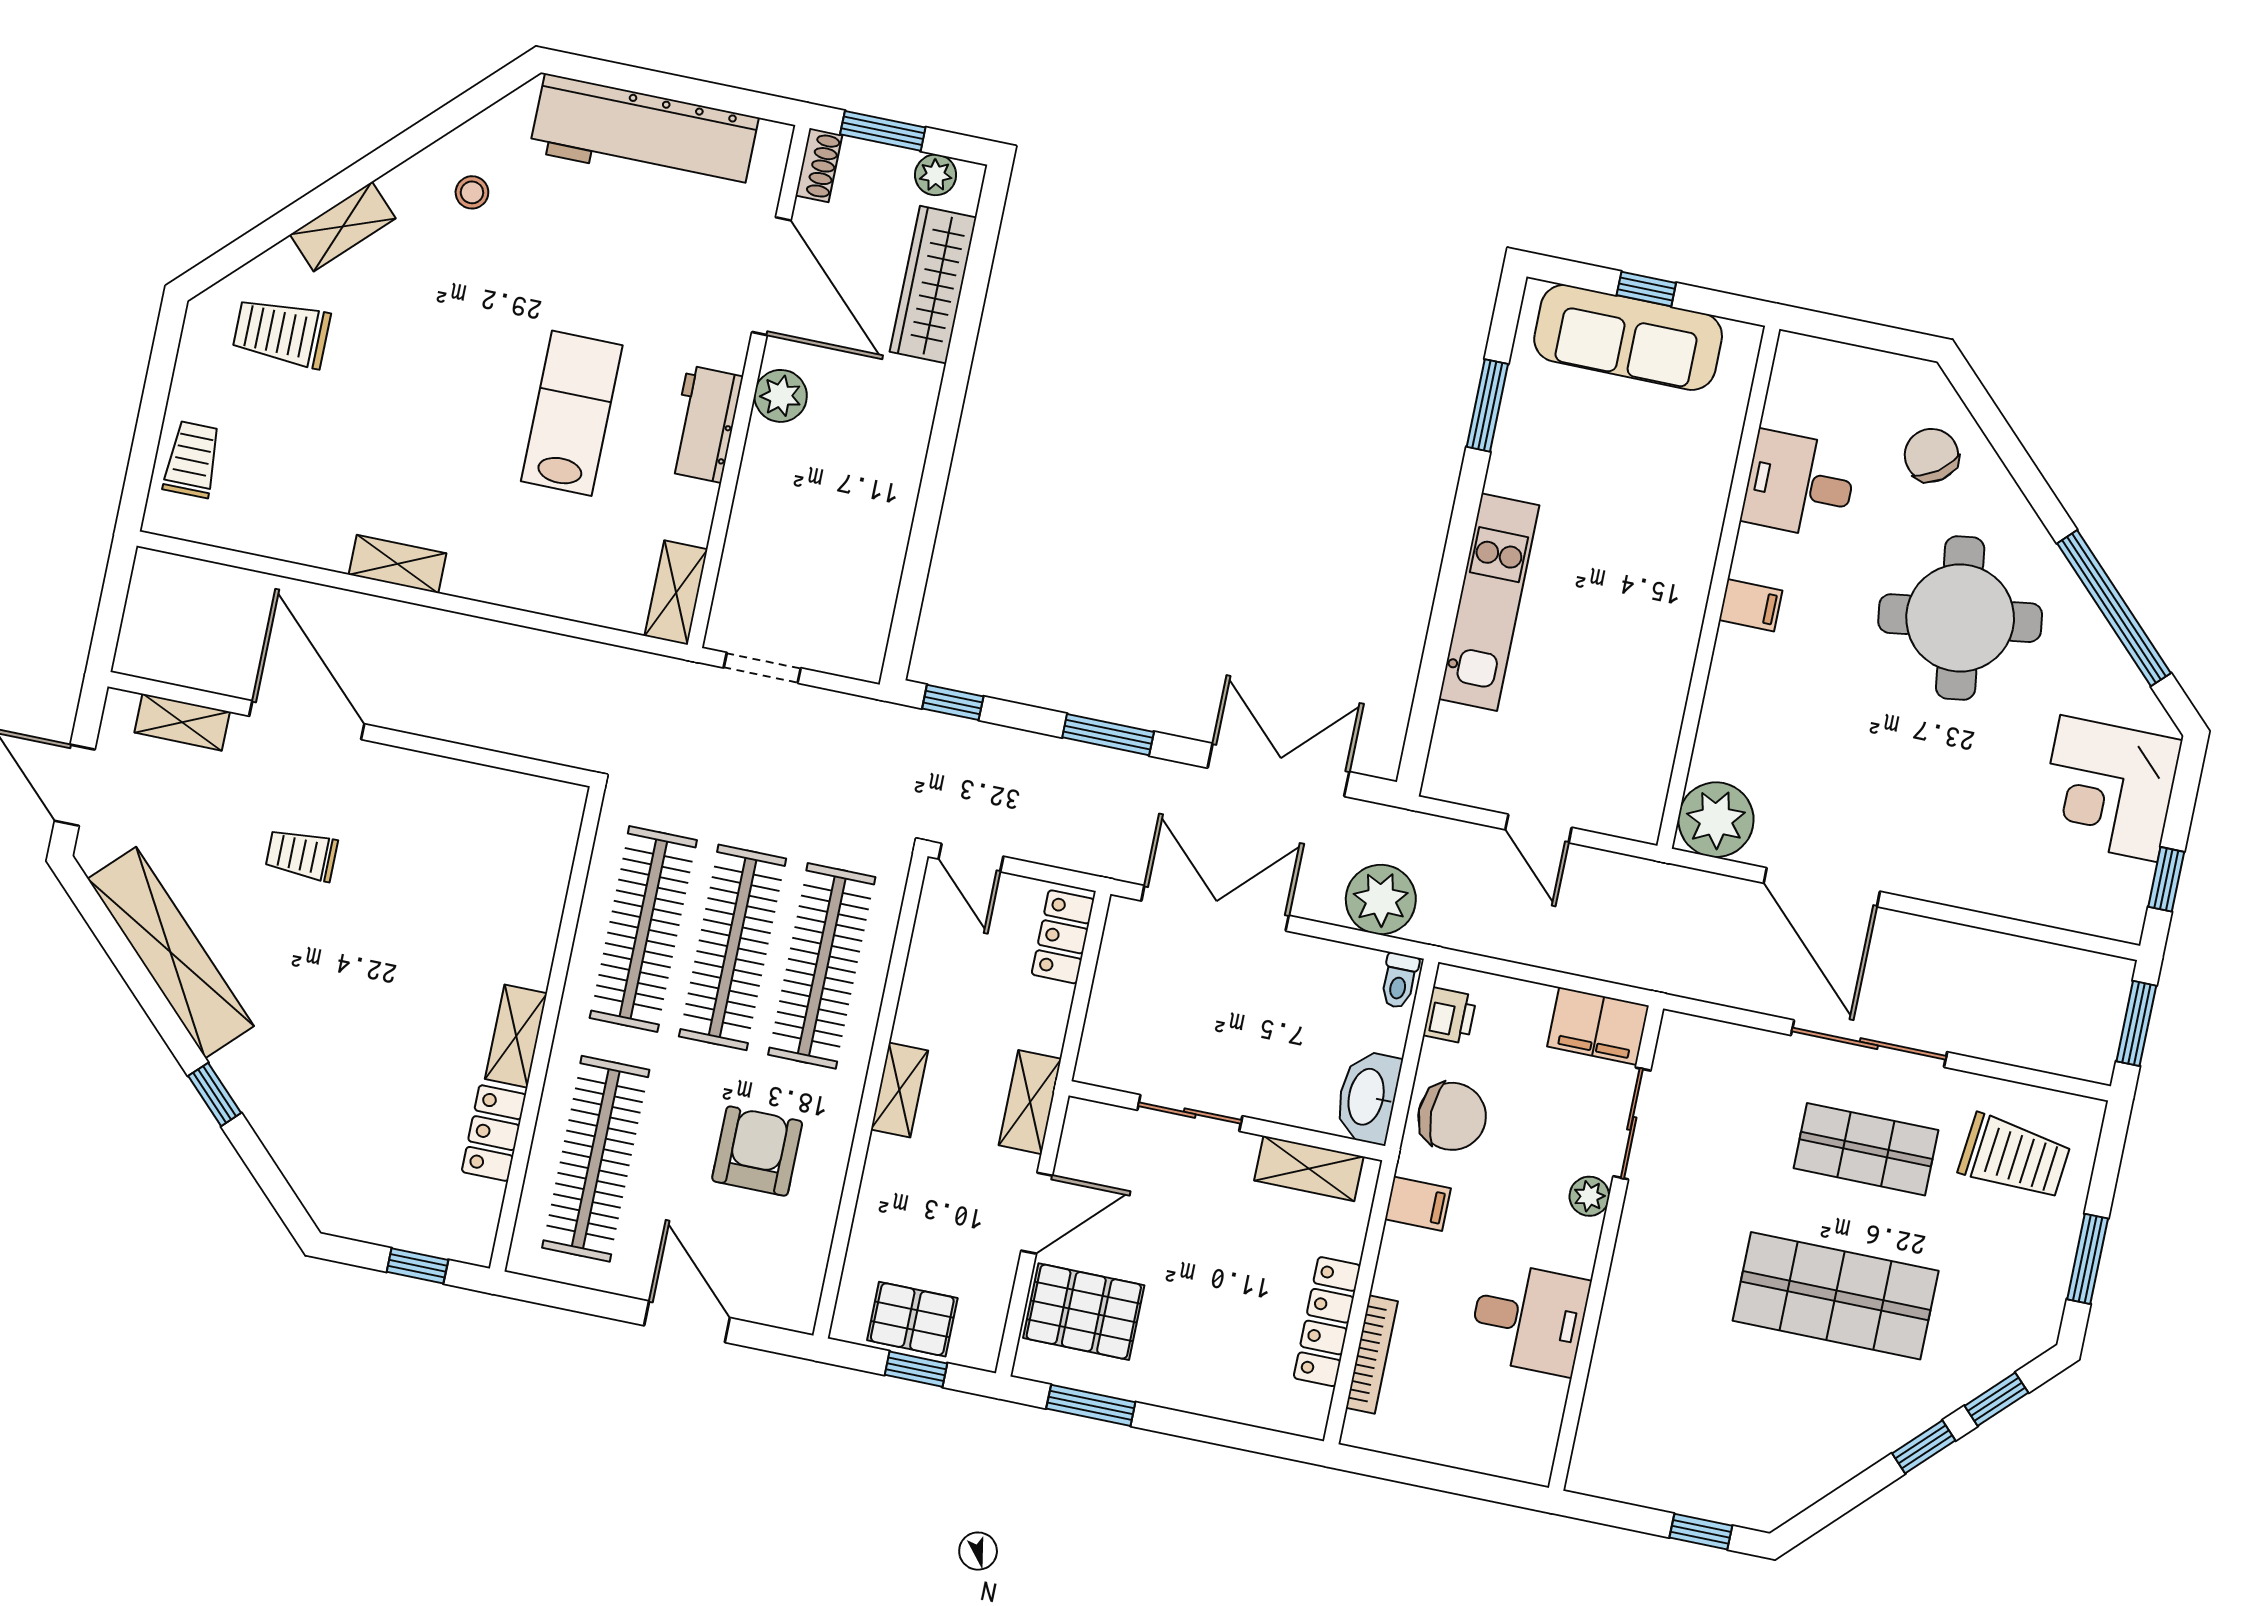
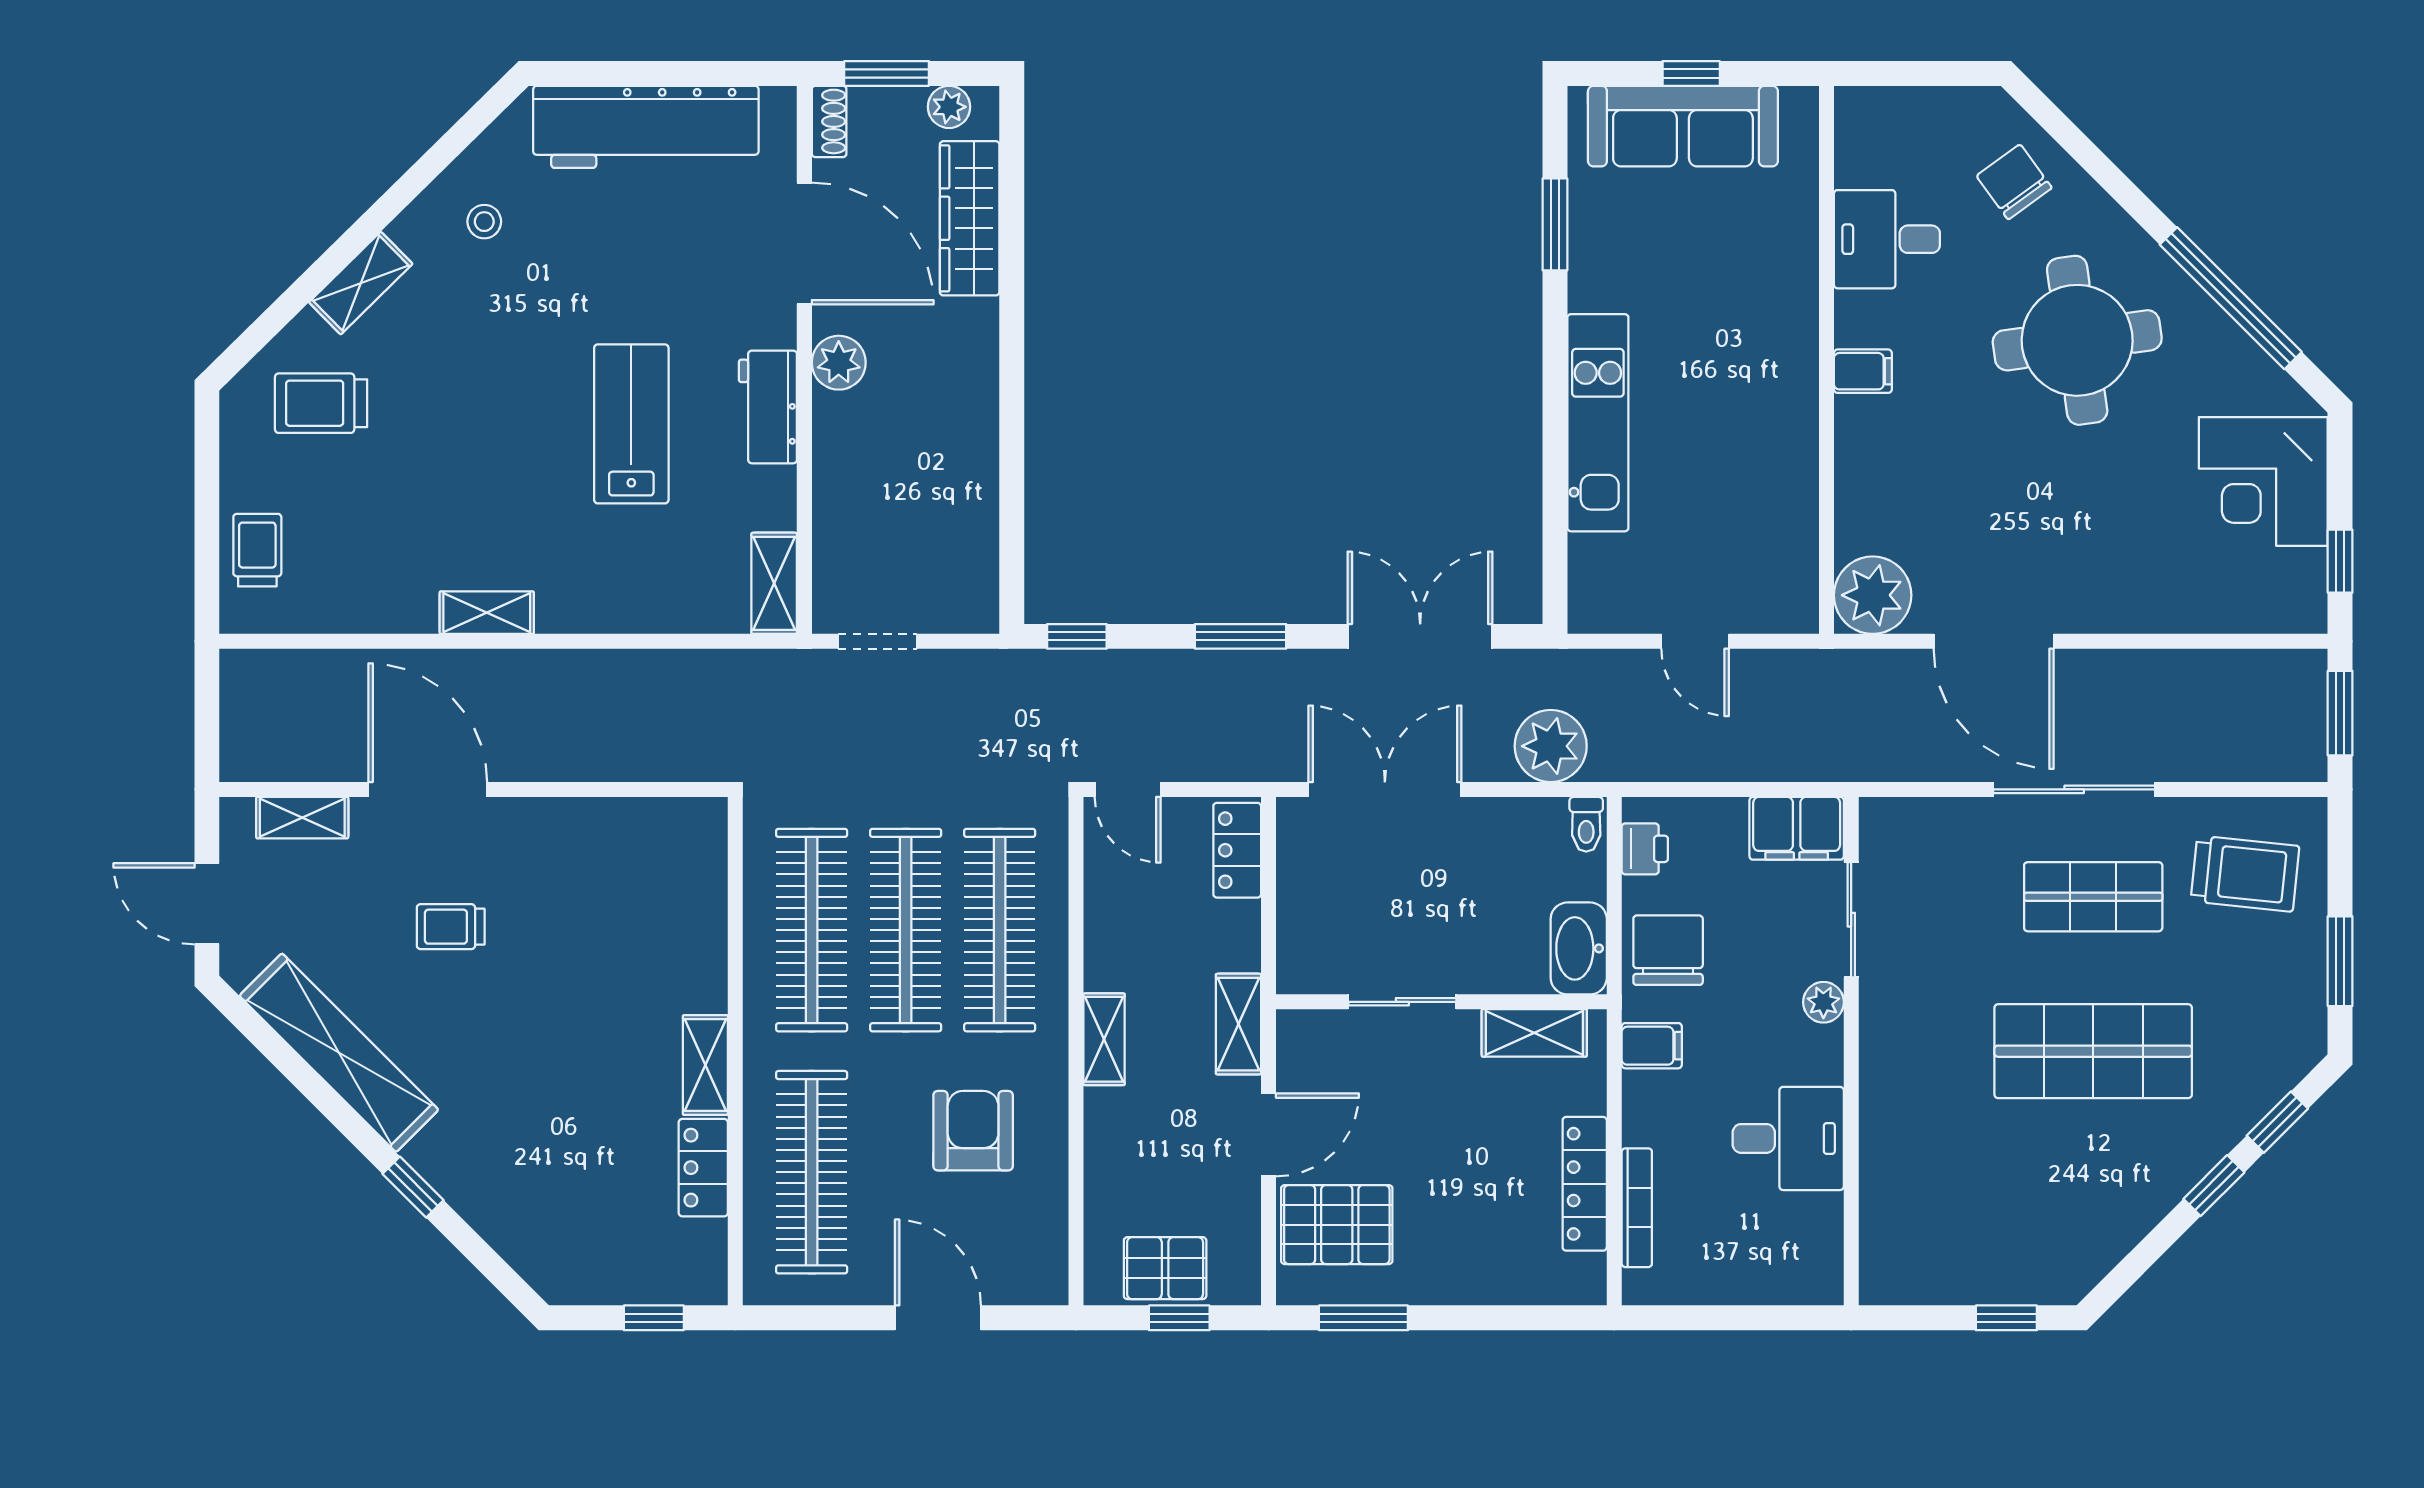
chair: (1452, 1116) -> (1668, 950), turned -90

